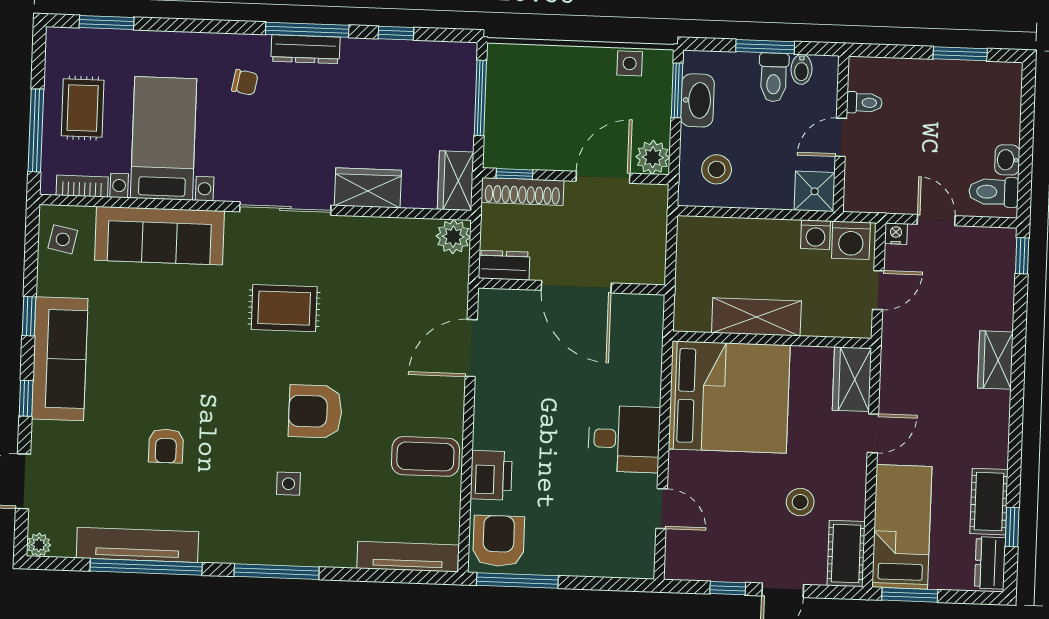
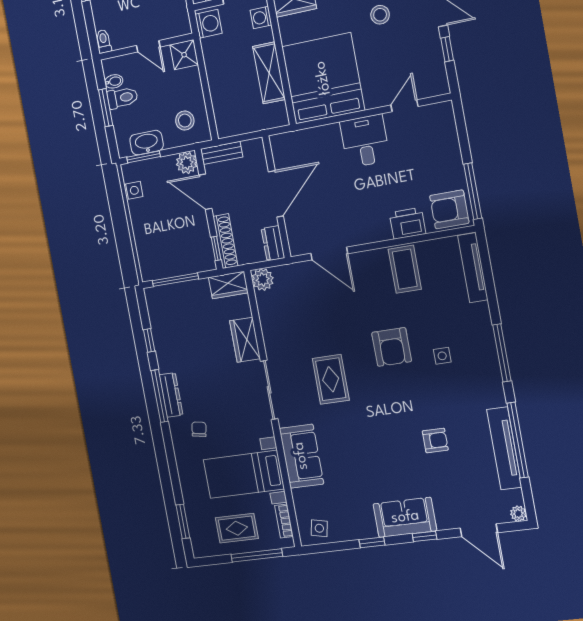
toilet: (864, 103) -> (104, 41), moved
bench: (655, 216) -> (222, 153), added
washing machine: (816, 235) -> (261, 18), moved, turned 180
sofa: (160, 236) -> (301, 456), width x0.73
sofa: (60, 359) -> (405, 517), width x0.73

